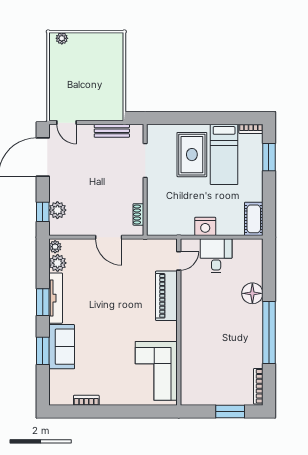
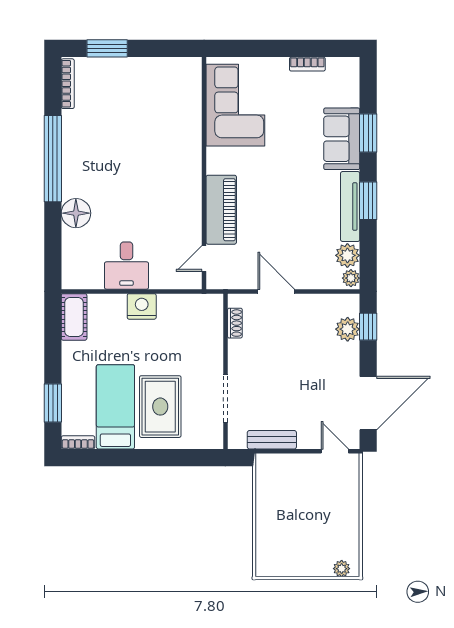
door: (179, 261) -> (204, 258), moved
piano: (166, 296) -> (221, 210), moved
wall: (179, 322) -> (204, 173), moved
corner sofa: (156, 371) -> (235, 105), moved

